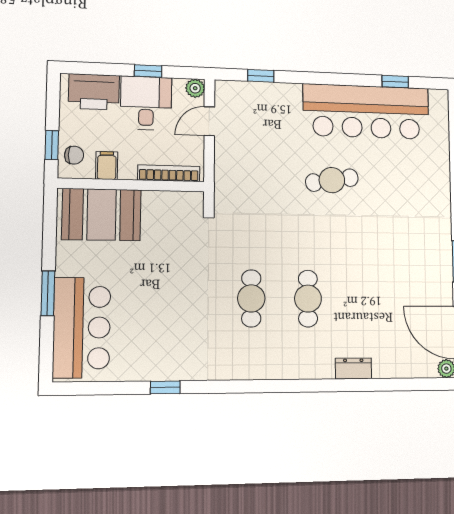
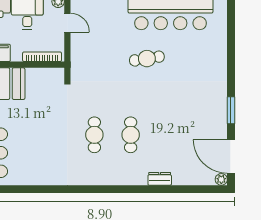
door: (209, 121) -> (67, 23), swing flipped
window: (165, 387) -> (41, 189), removed

